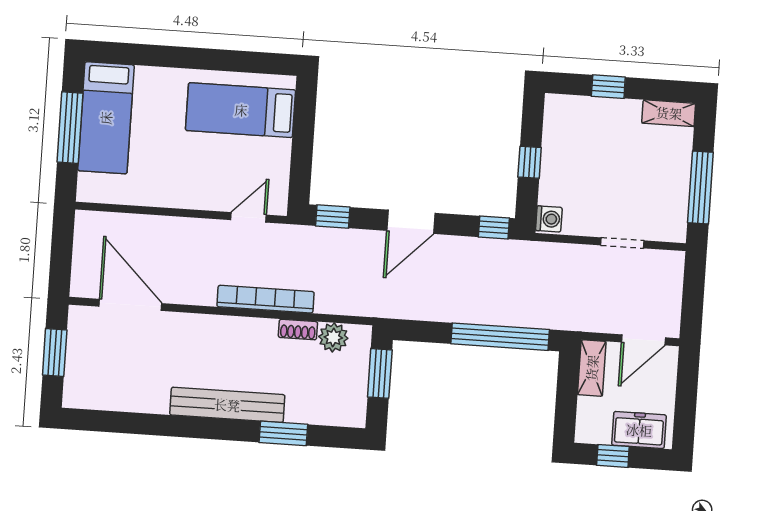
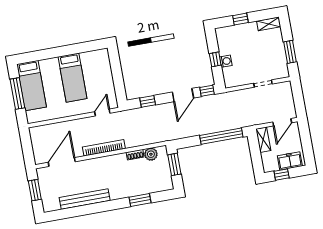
bed: (241, 110) -> (73, 78), moved, turned -90
window: (700, 187) -> (290, 52), width x0.69
window: (333, 216) -> (148, 101), moved
washing machine: (549, 219) -> (226, 61), moved
door: (411, 222) -> (183, 95), moved
bookcase: (265, 299) -> (104, 148), moved
door: (130, 305) -> (62, 162), hinge flipped
bench: (227, 405) -> (85, 199), moved

